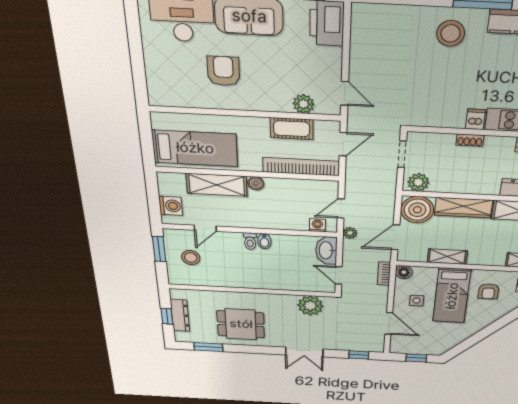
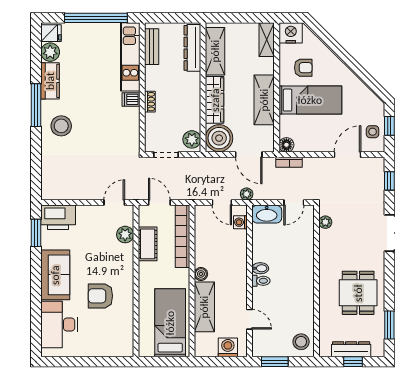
shelving: (447, 257) -> (264, 100), width x1.50, depth x1.33
stool: (191, 258) -> (301, 342), moved
side table: (417, 301) -> (373, 132), moved
plant: (310, 306) -> (325, 222), width x0.53, depth x0.53

